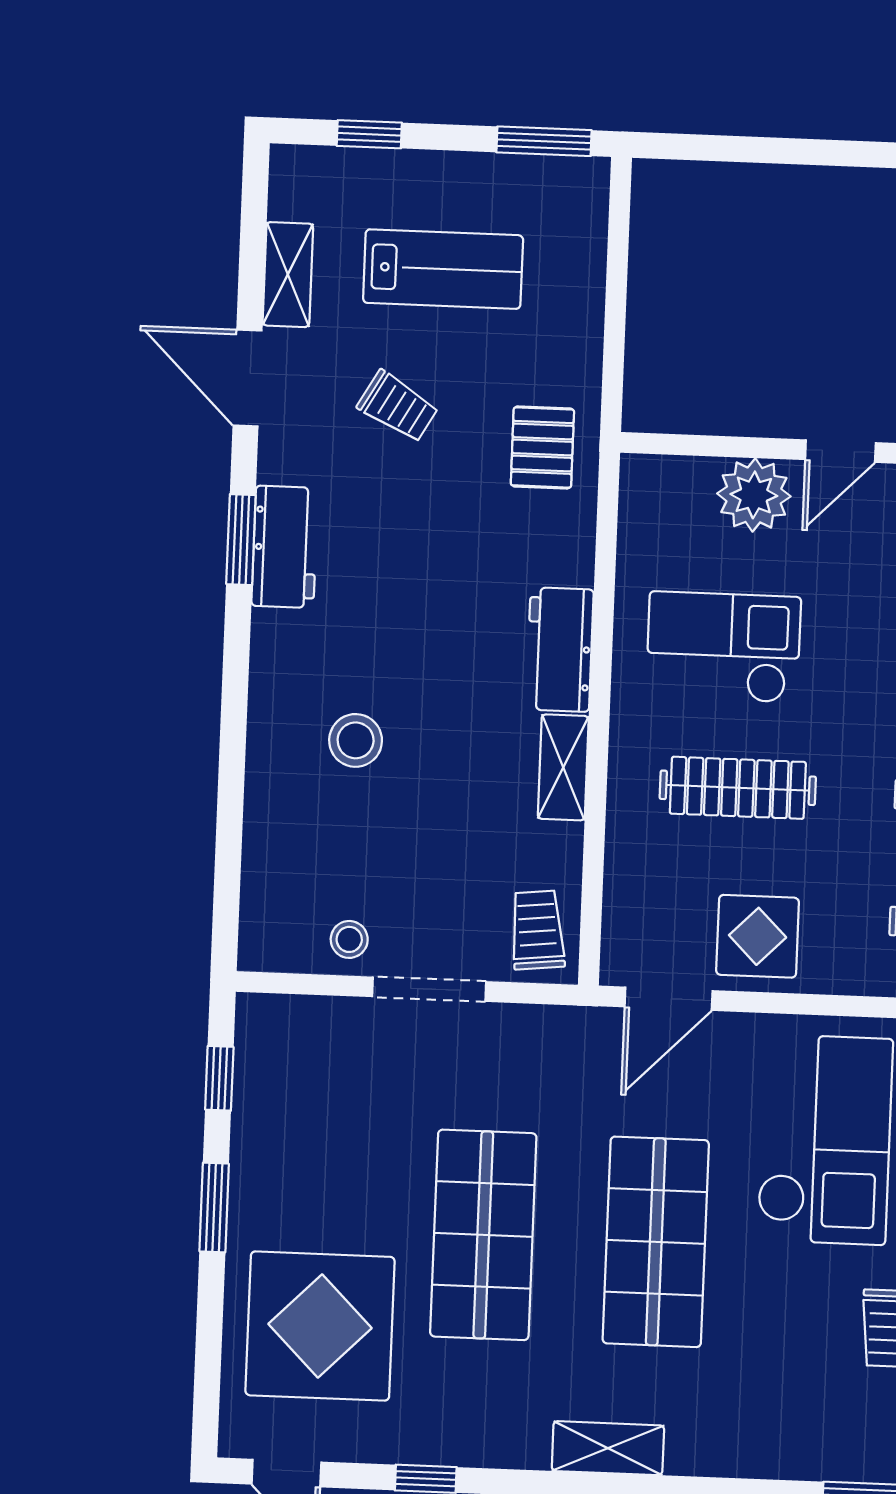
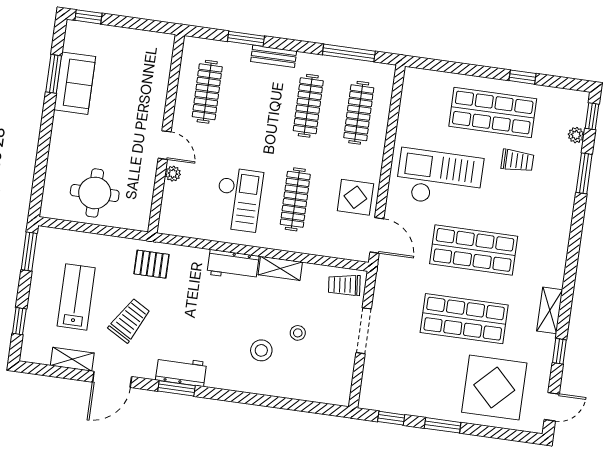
round table: (705, 290) -> (95, 193), added
trolley: (398, 407) -> (129, 320), width x1.36, depth x1.39
plant: (754, 495) -> (173, 174), width x0.53, depth x0.53
checkout: (723, 647) -> (238, 200), turned 180
stool: (349, 939) -> (298, 333), moved
shelving: (608, 1448) -> (550, 310), moved

